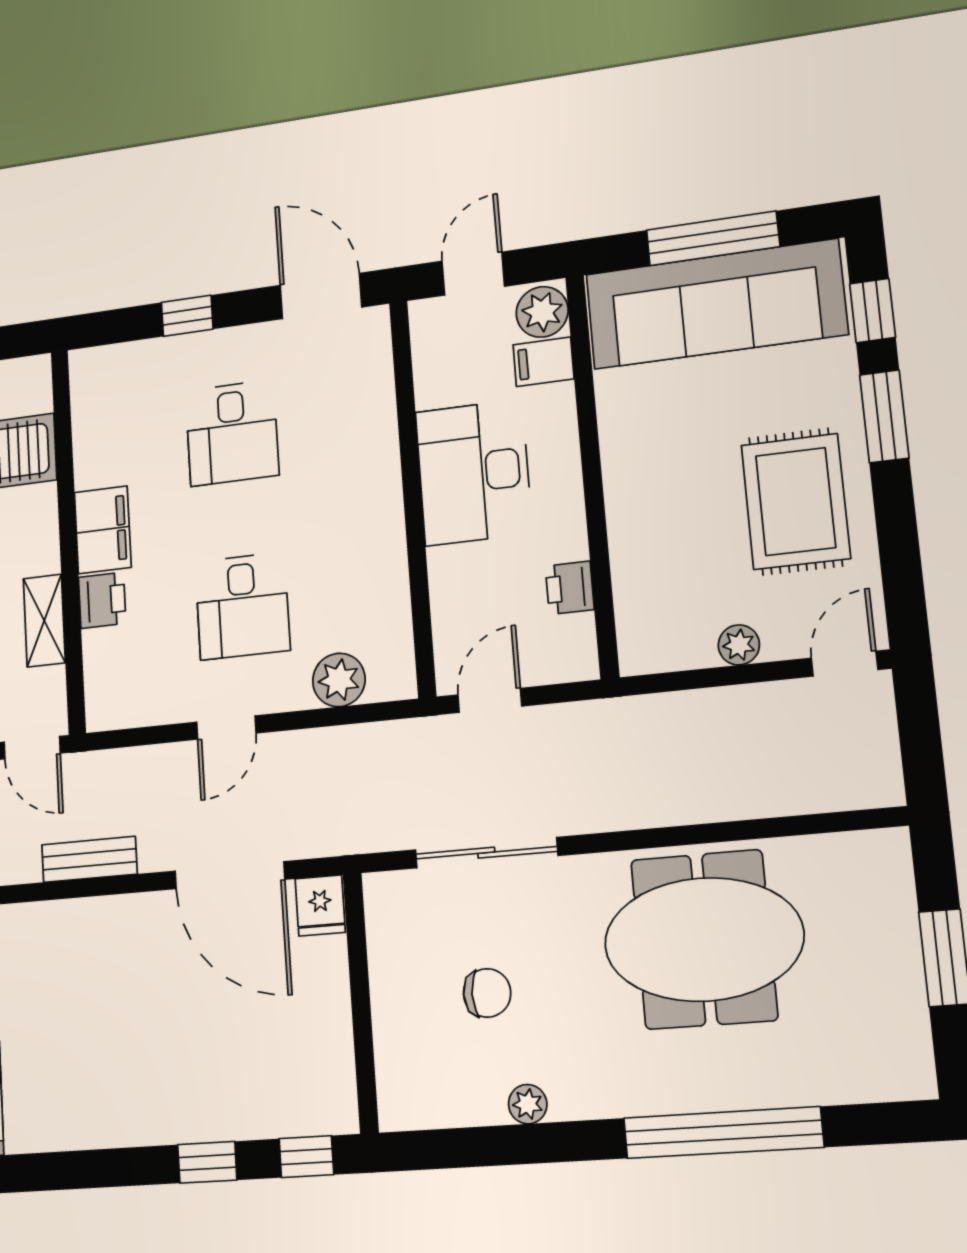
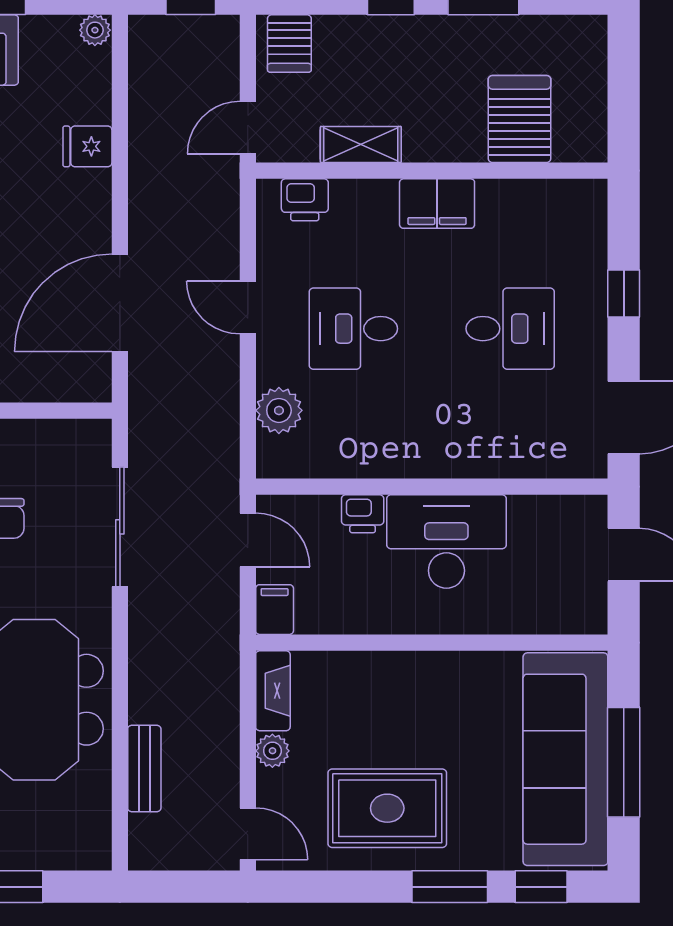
plant: (542, 312) -> (580, 612), removed
filing cabinet: (543, 362) -> (275, 610), moved
desk: (232, 433) -> (510, 329), turned 180
printer: (570, 588) -> (363, 514), moved, turned 180
printer: (102, 600) -> (305, 200), moved
fireplace: (666, 652) -> (273, 691), added
bench: (89, 859) -> (144, 769), moved
fridge: (320, 906) -> (87, 146), moved

